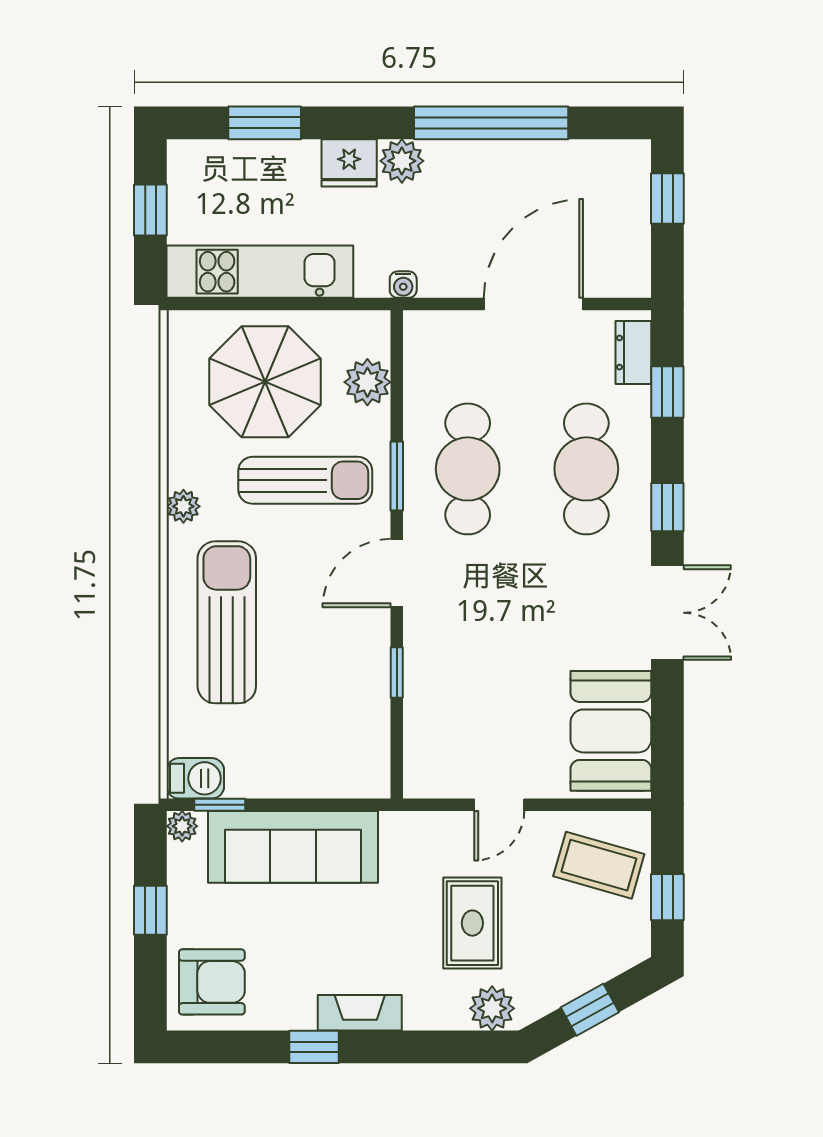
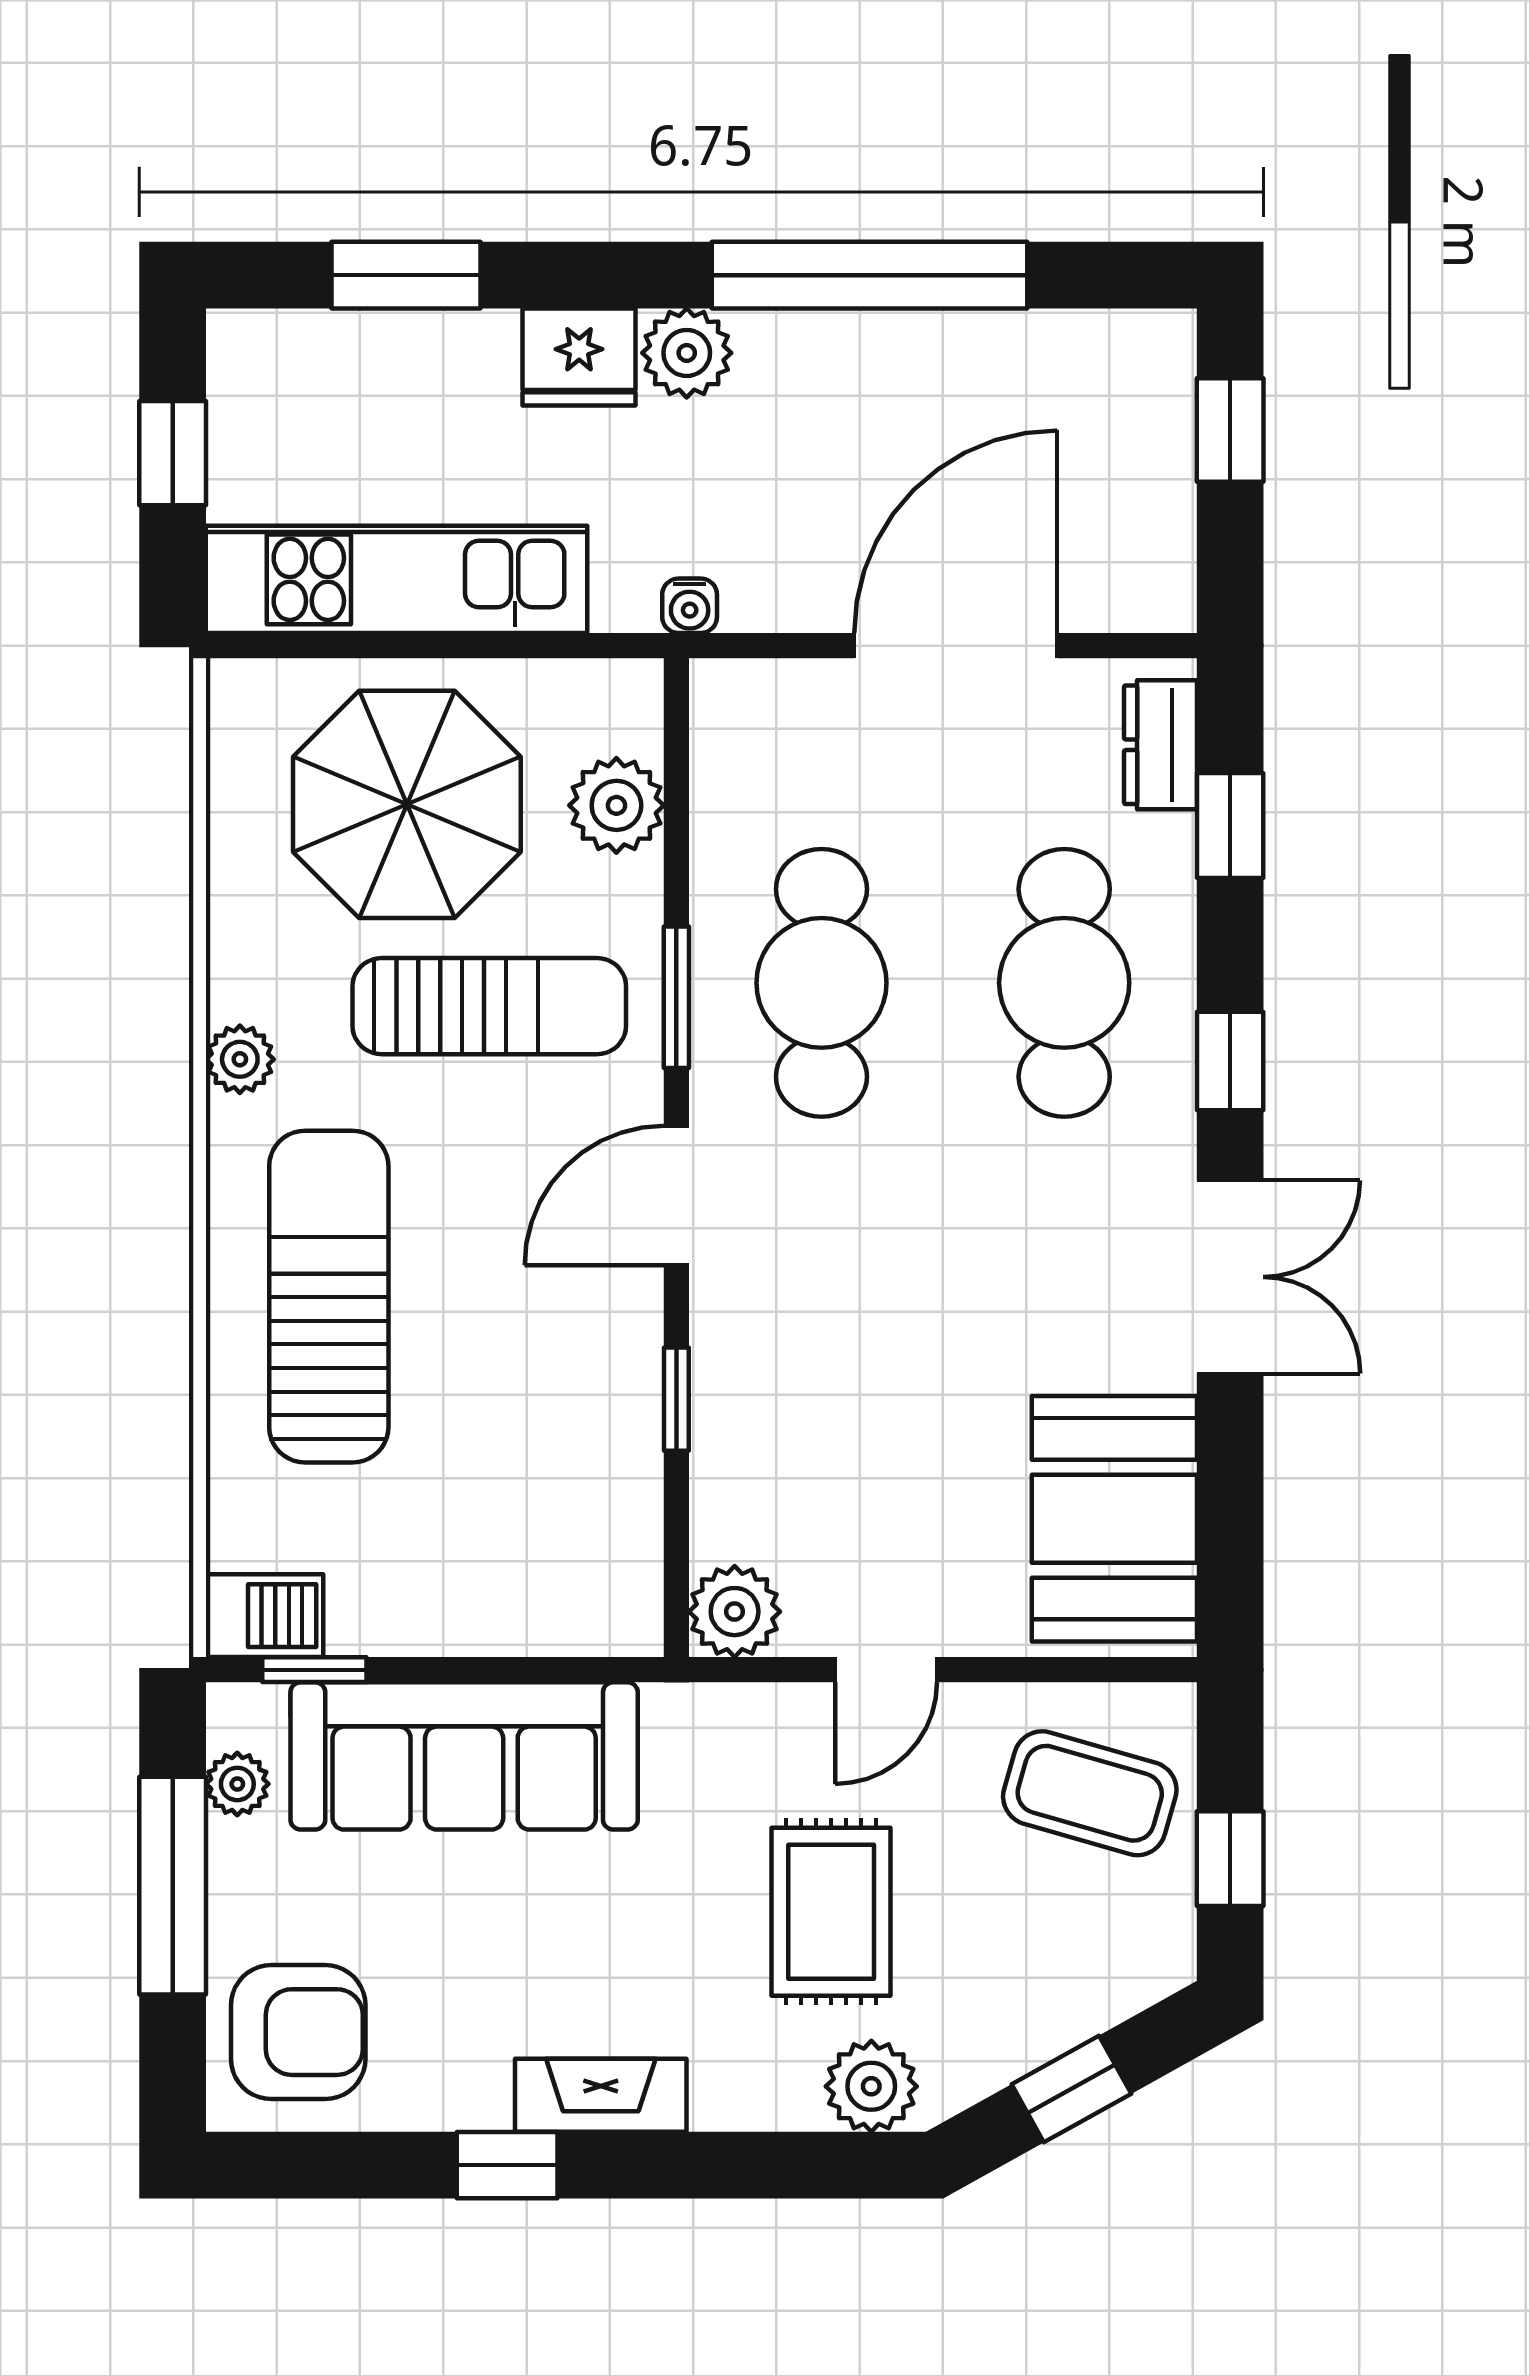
plant: (425, 776) -> (735, 1612), added
plant: (182, 826) -> (237, 1784), moved
window: (150, 910) -> (173, 1886), width x2.17

